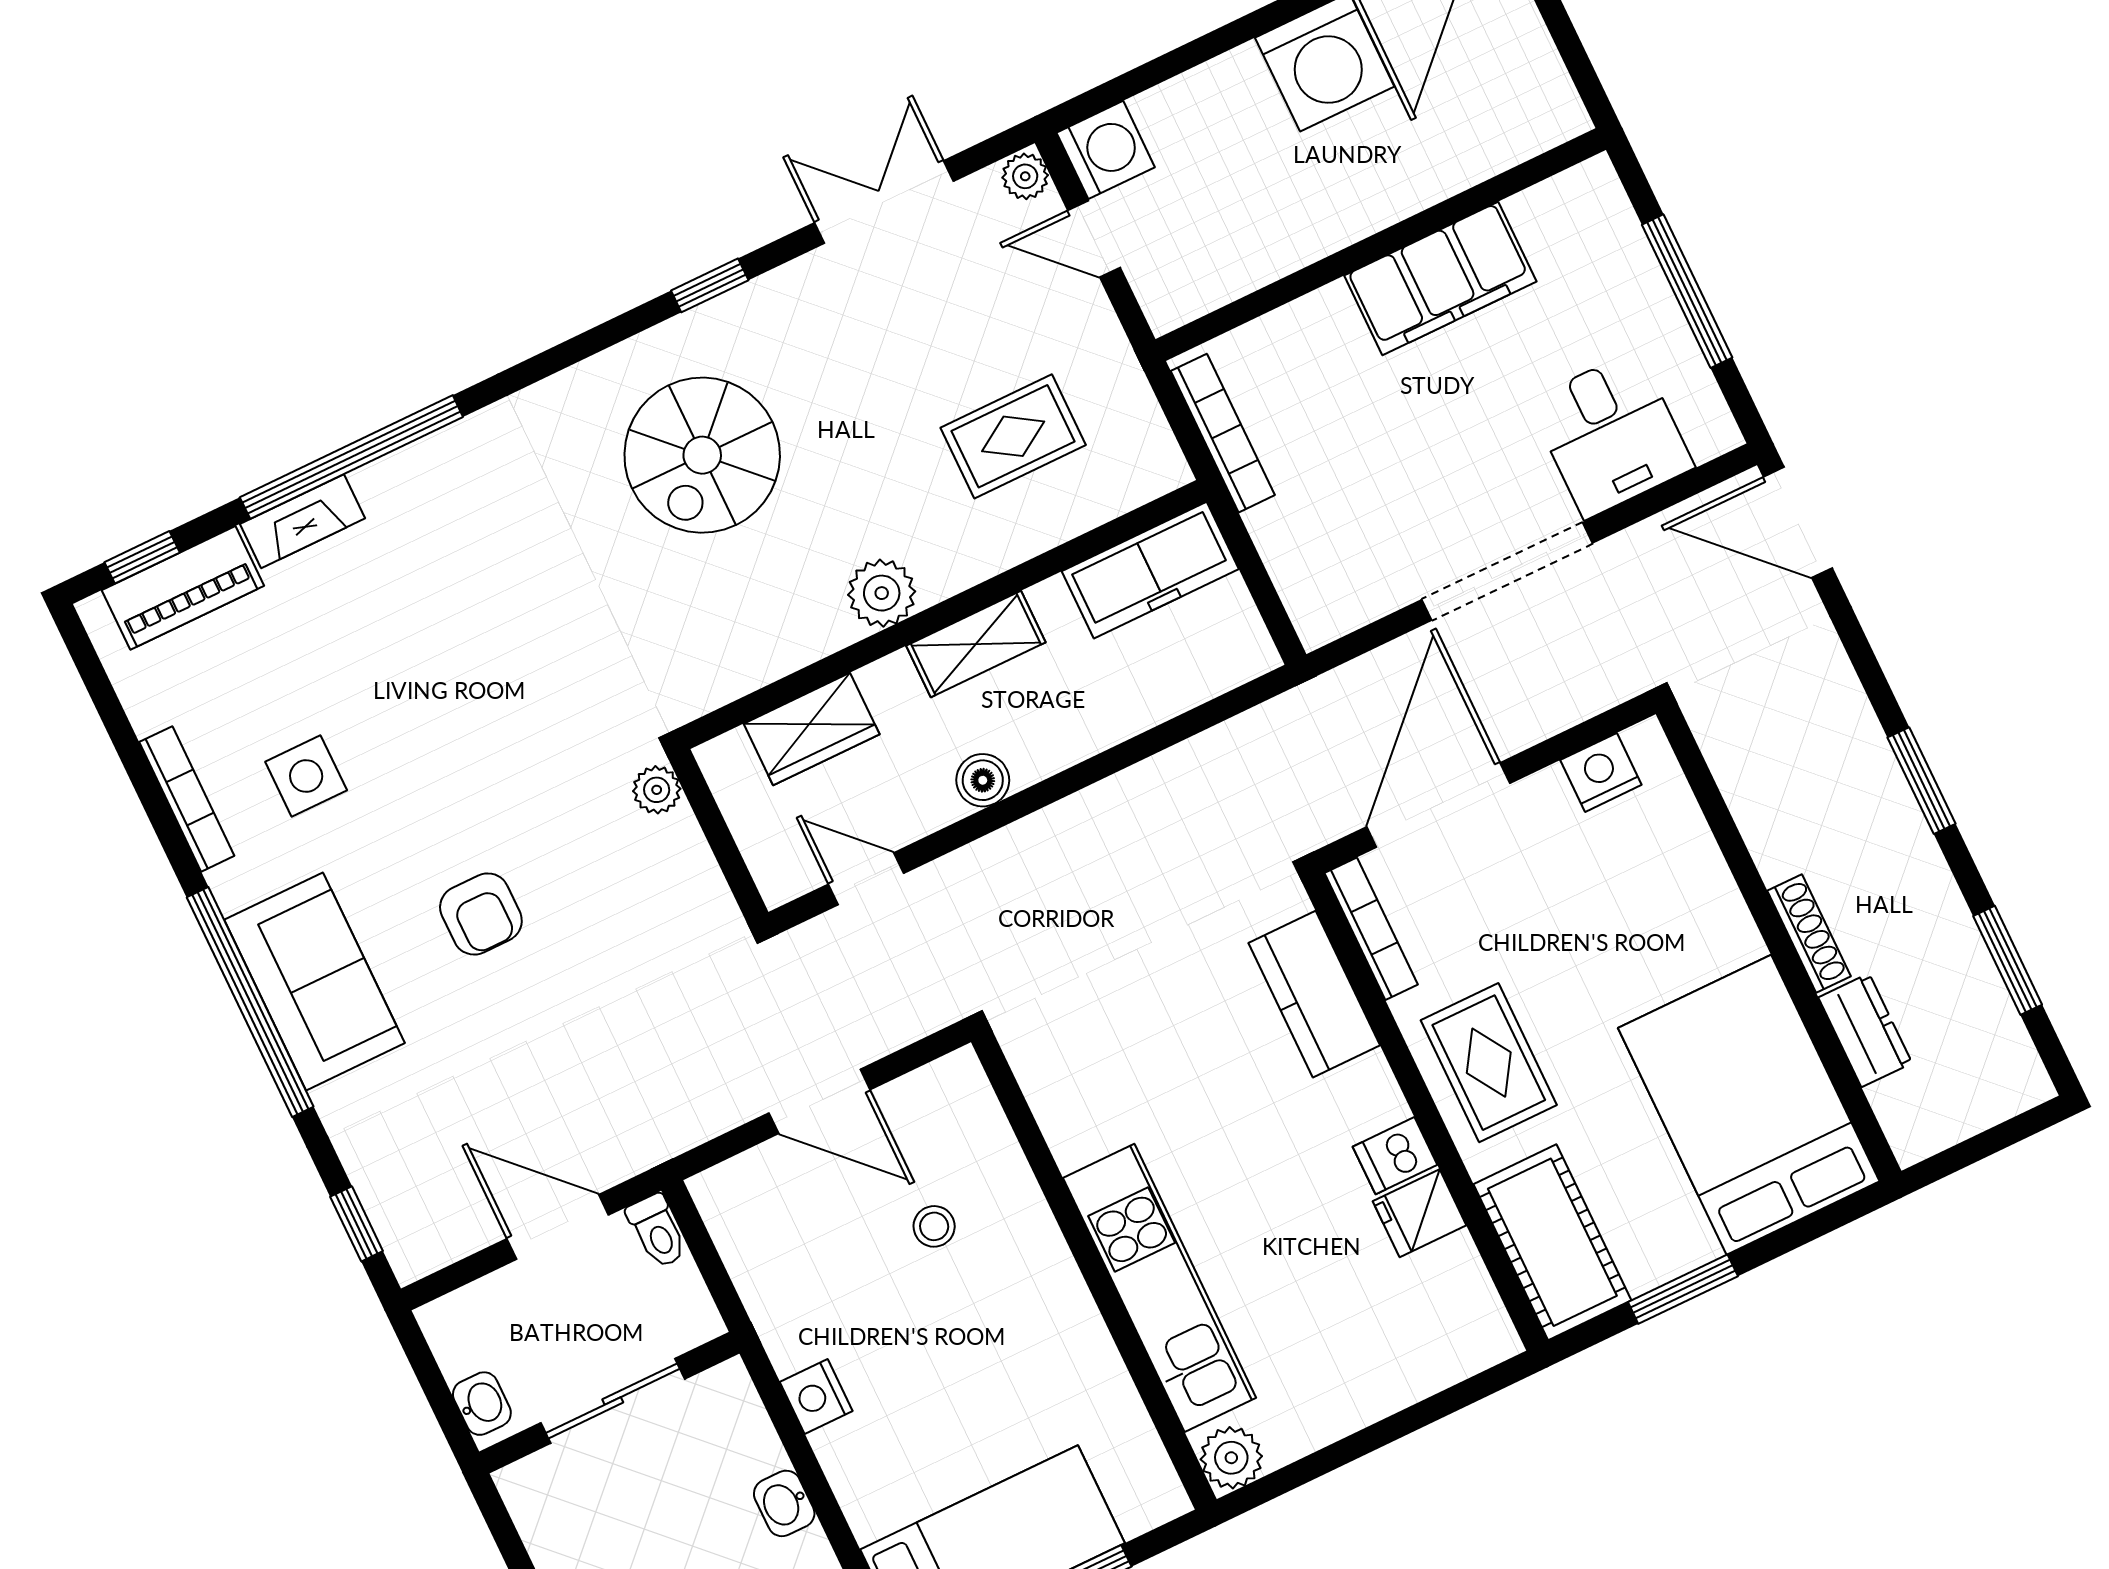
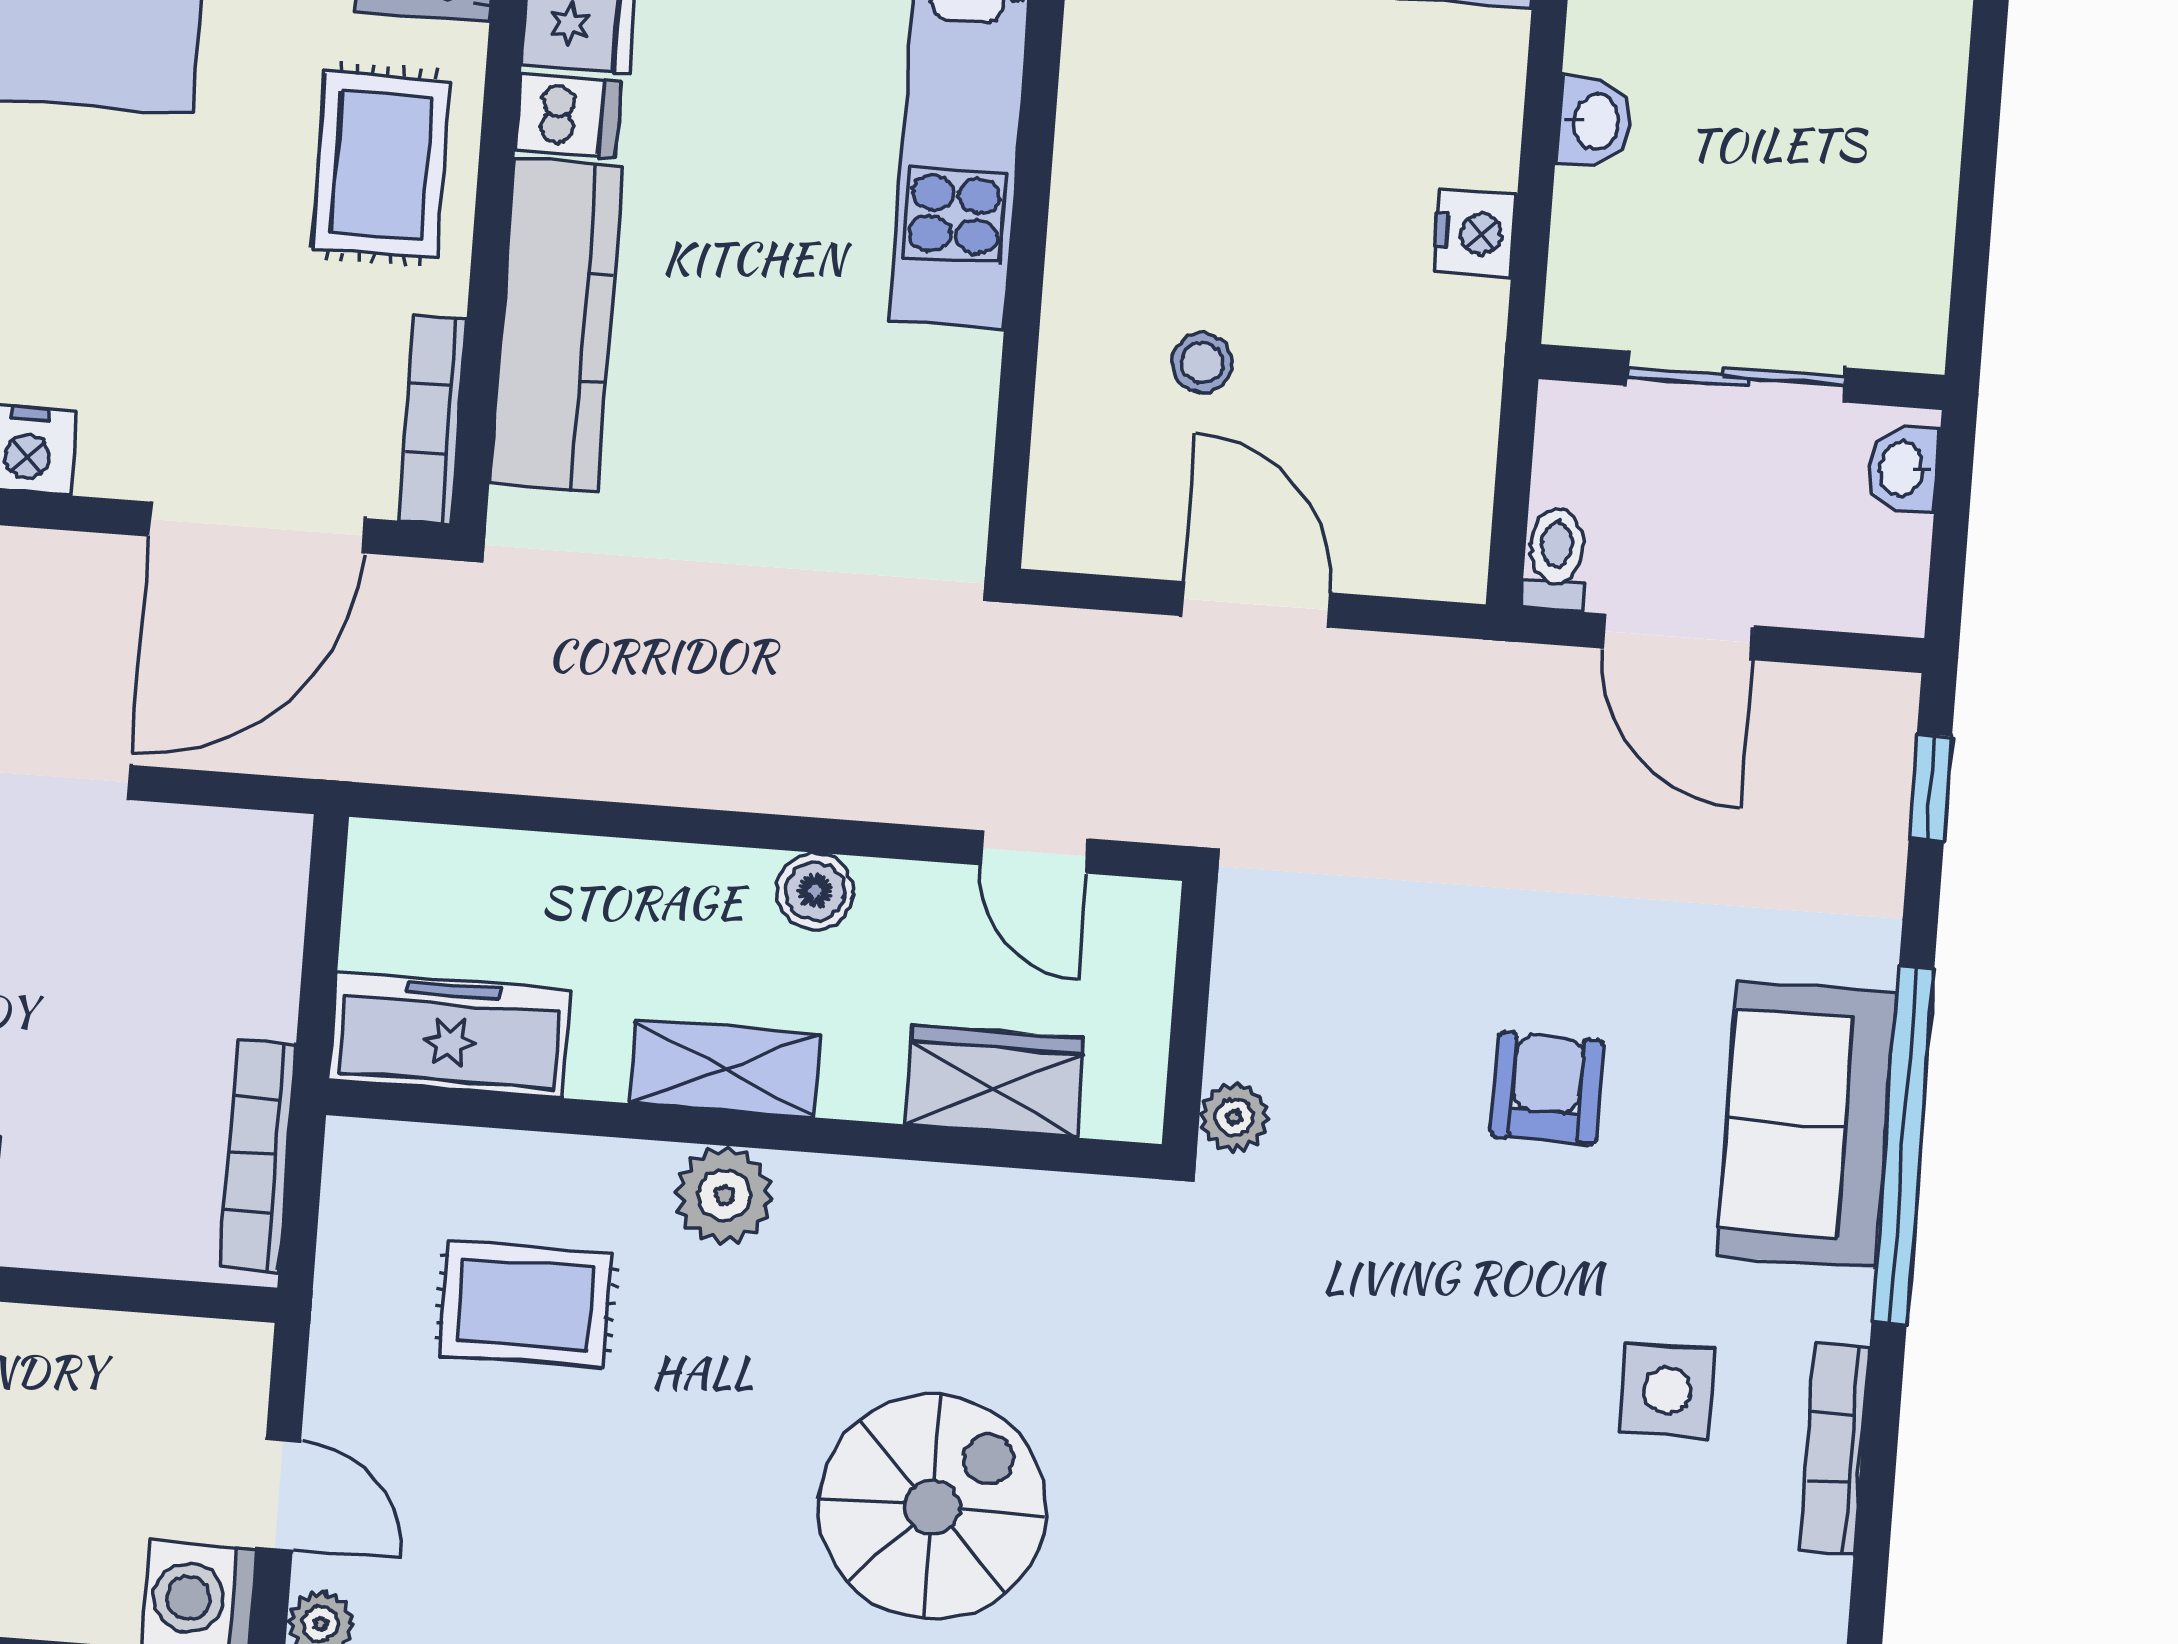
plant: (882, 593) -> (724, 1195), moved
kitchen counter: (1314, 994) -> (556, 325), width x1.50

